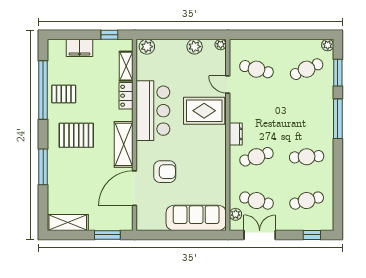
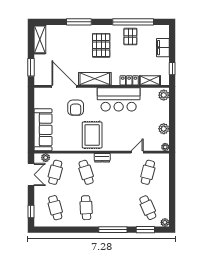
rug: (204, 111) -> (92, 135), moved

